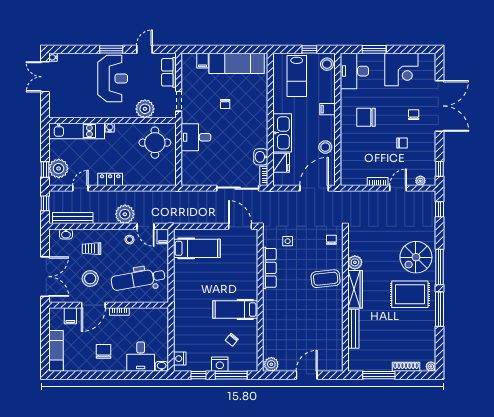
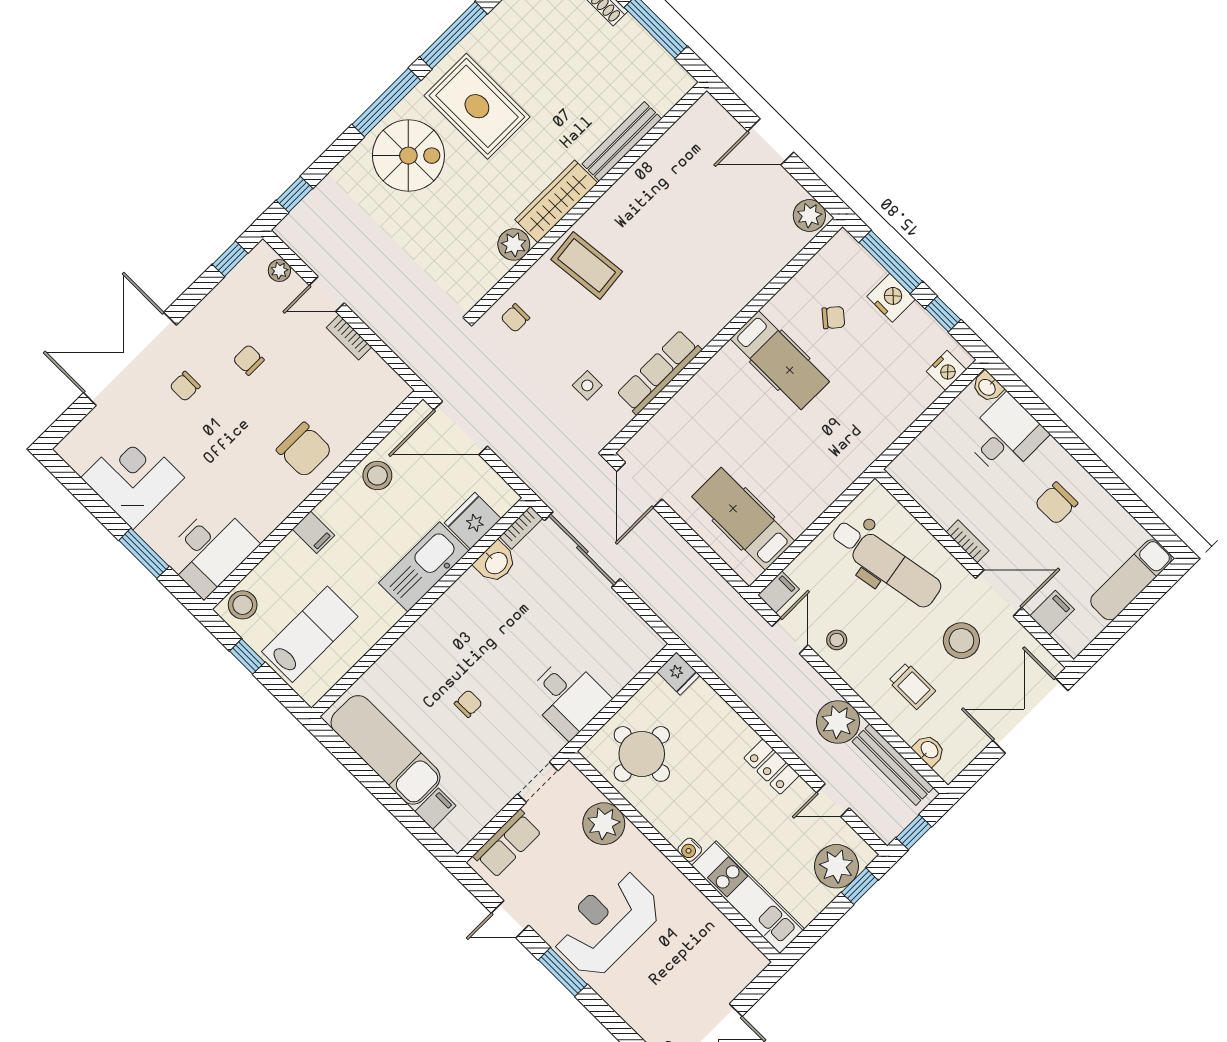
chair: (366, 117) -> (304, 450), moved
fridge: (169, 179) -> (678, 674), added
plant: (125, 214) -> (838, 722), moved

